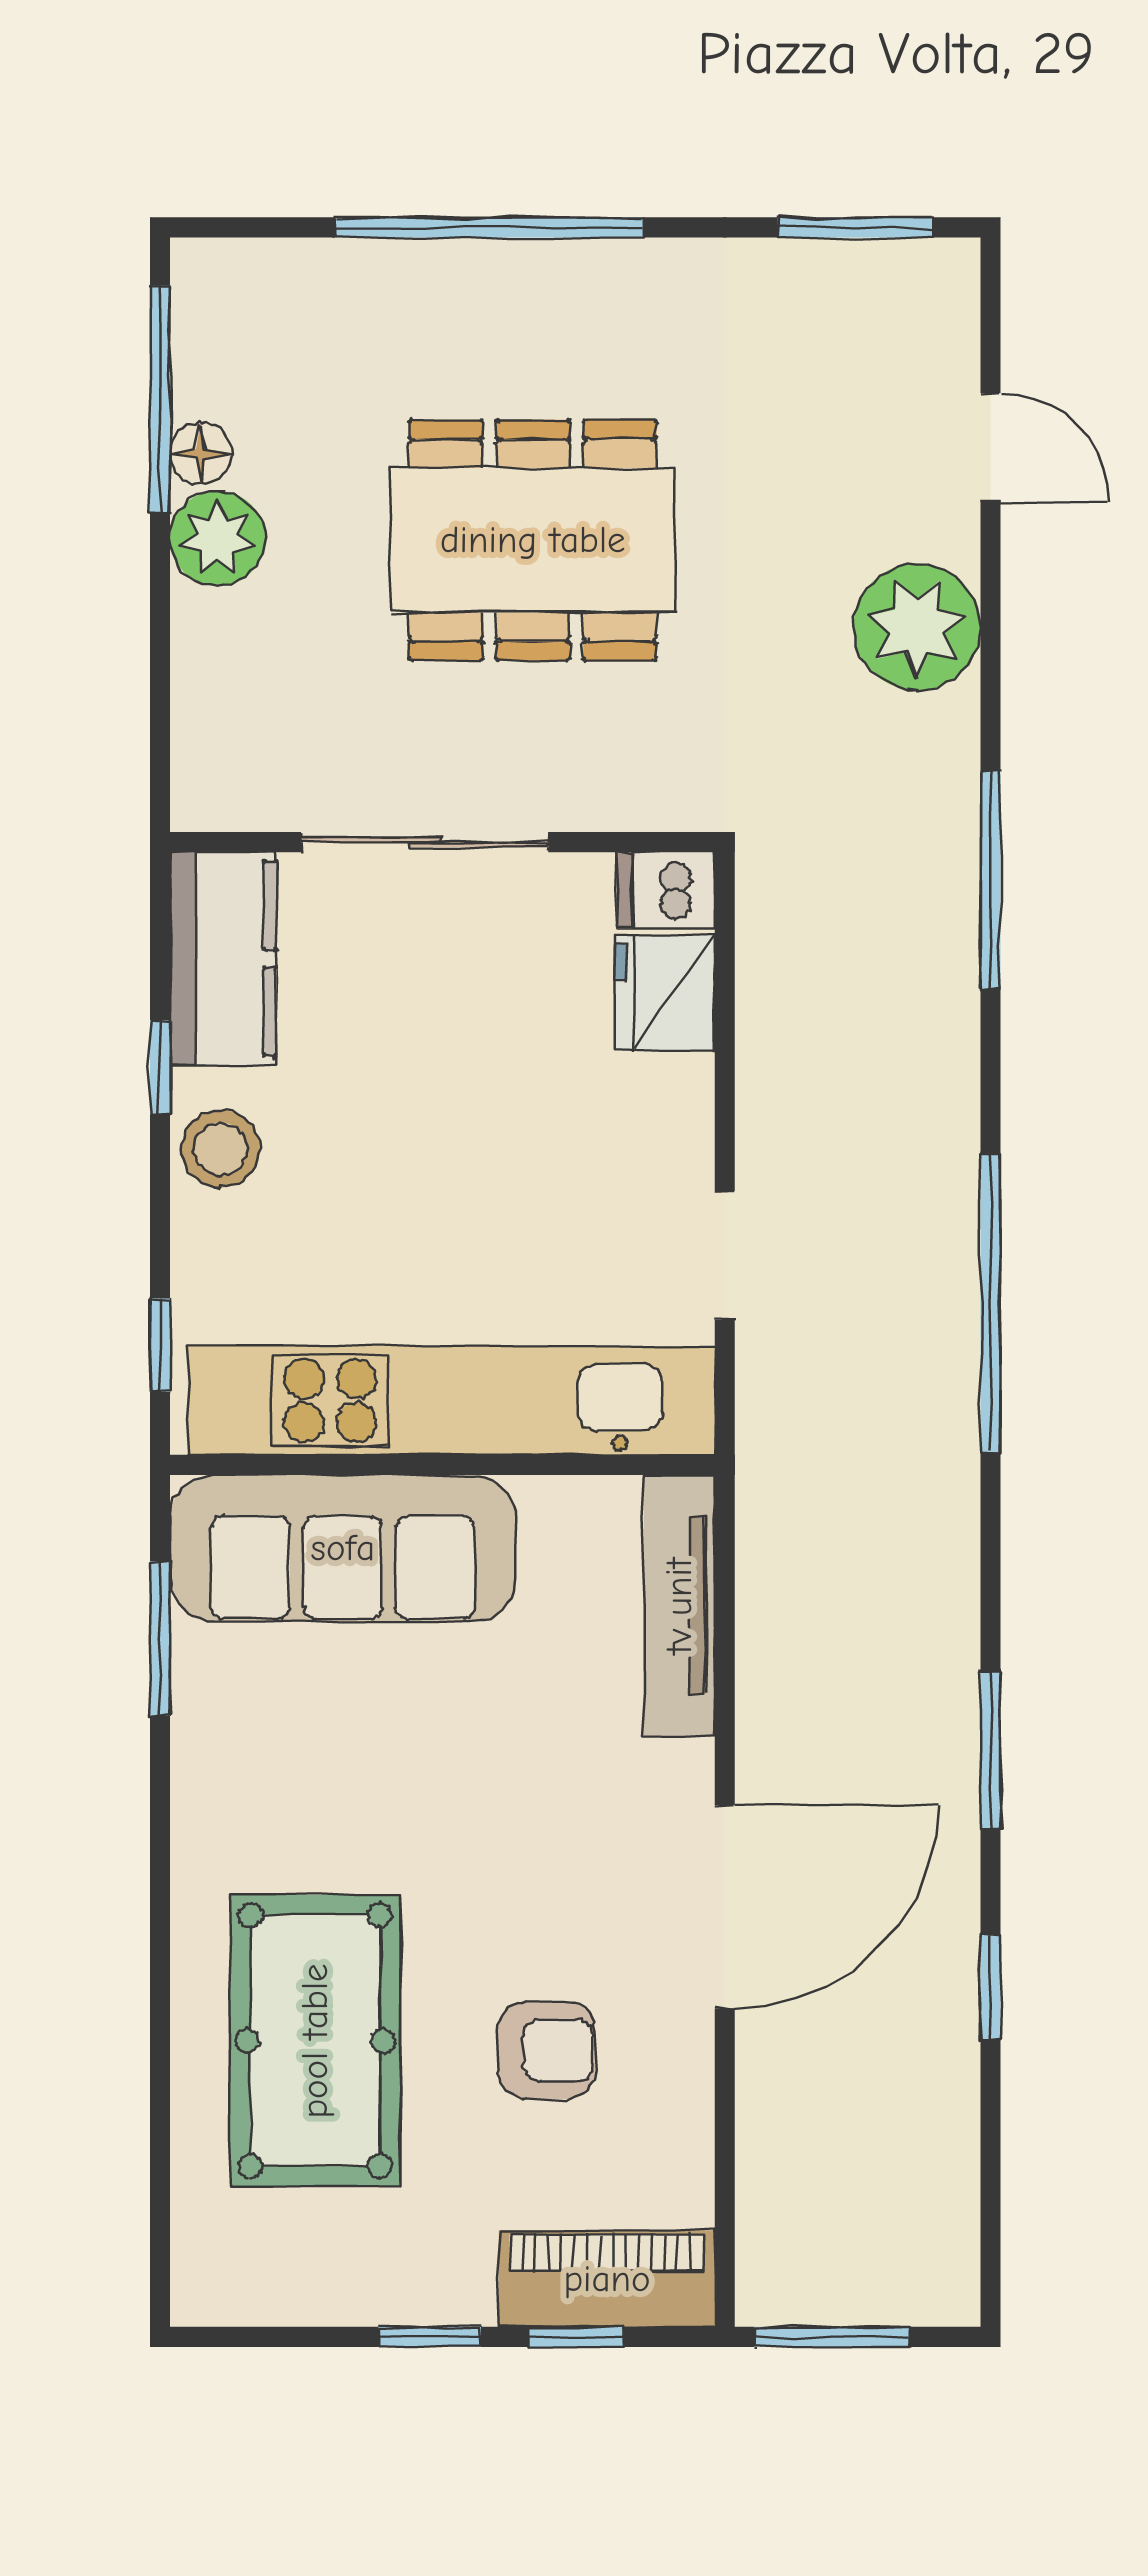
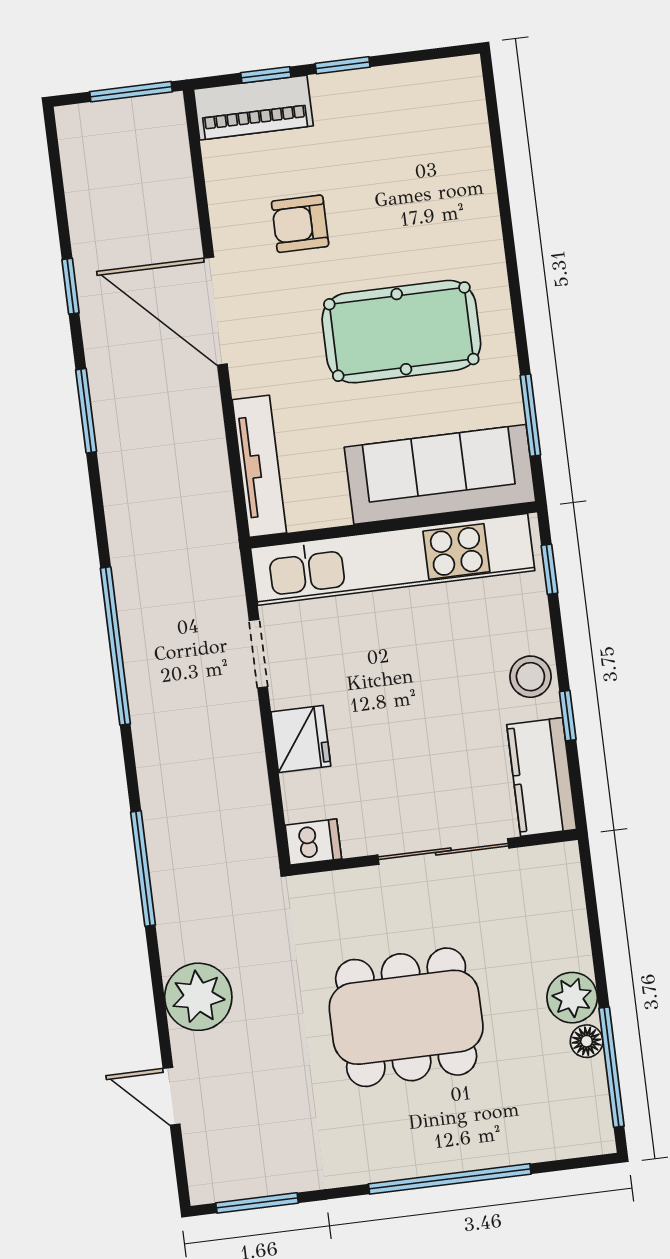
fridge: (665, 992) -> (301, 739), moved
door: (725, 1907) -> (216, 311), hinge flipped
pool table: (315, 2041) -> (401, 332), moved, turned 90

